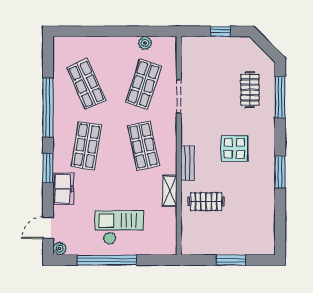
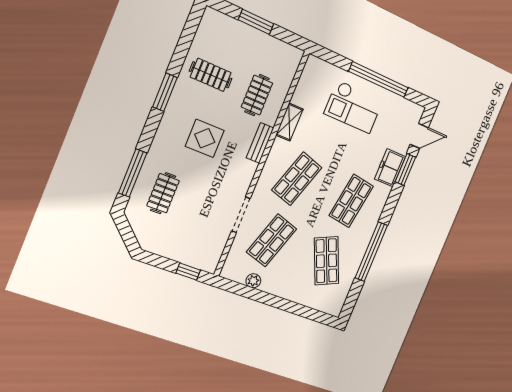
window: (221, 31) -> (188, 272), moved
shop shelf: (143, 146) -> (297, 179), turned 30
window: (48, 168) -> (405, 169), moved
clothes rail: (206, 202) -> (257, 95), turned 90
clothes rail: (250, 202) -> (211, 75), added
plant: (60, 249) -> (417, 111), removed

